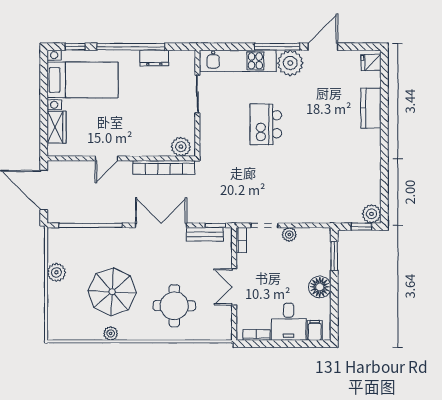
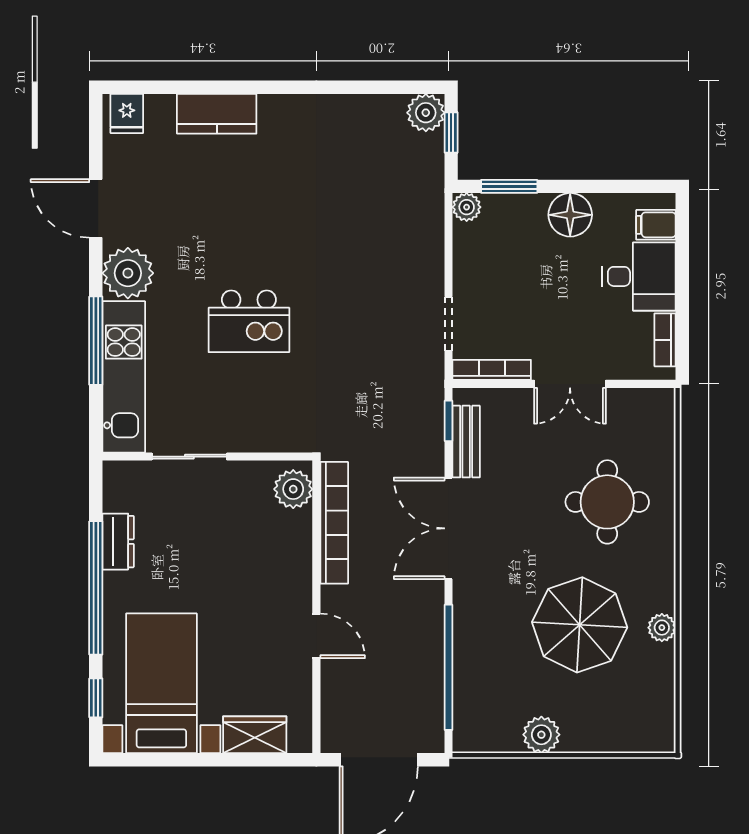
window: (277, 47) -> (96, 341), moved
plant: (289, 234) -> (467, 207), moved
bookcase: (241, 240) -> (492, 370), width x1.56

